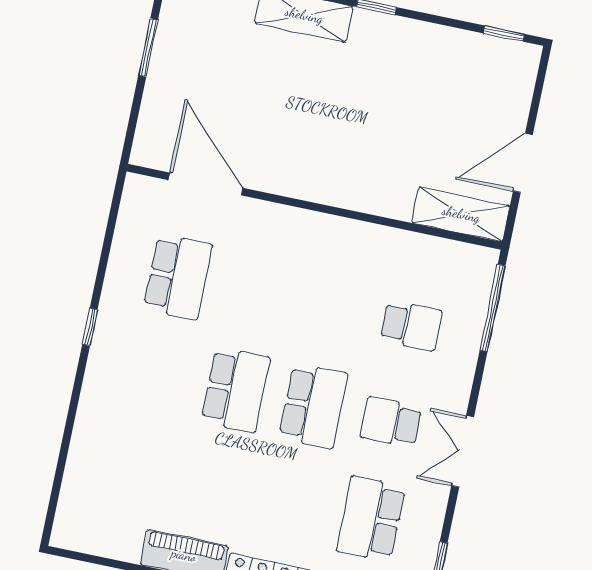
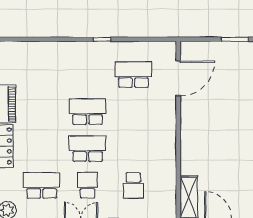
school desk: (178, 277) -> (133, 75), turned 180
school desk: (236, 390) -> (88, 112), turned 180
school desk: (313, 406) -> (88, 148), turned 180

